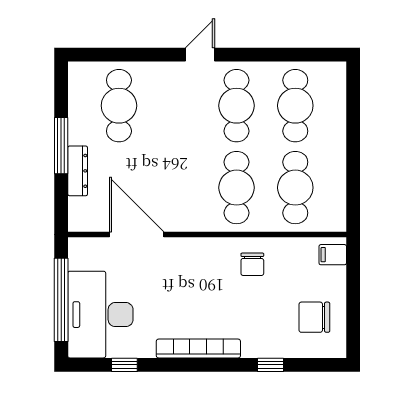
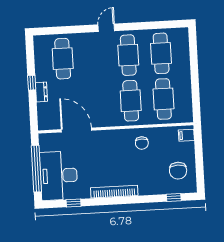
window: (61, 146) -> (32, 83), width x0.46
dresser: (78, 171) -> (41, 92), width x0.70
chair: (314, 317) -> (178, 171), turned -90
window: (270, 365) -> (174, 198), moved

